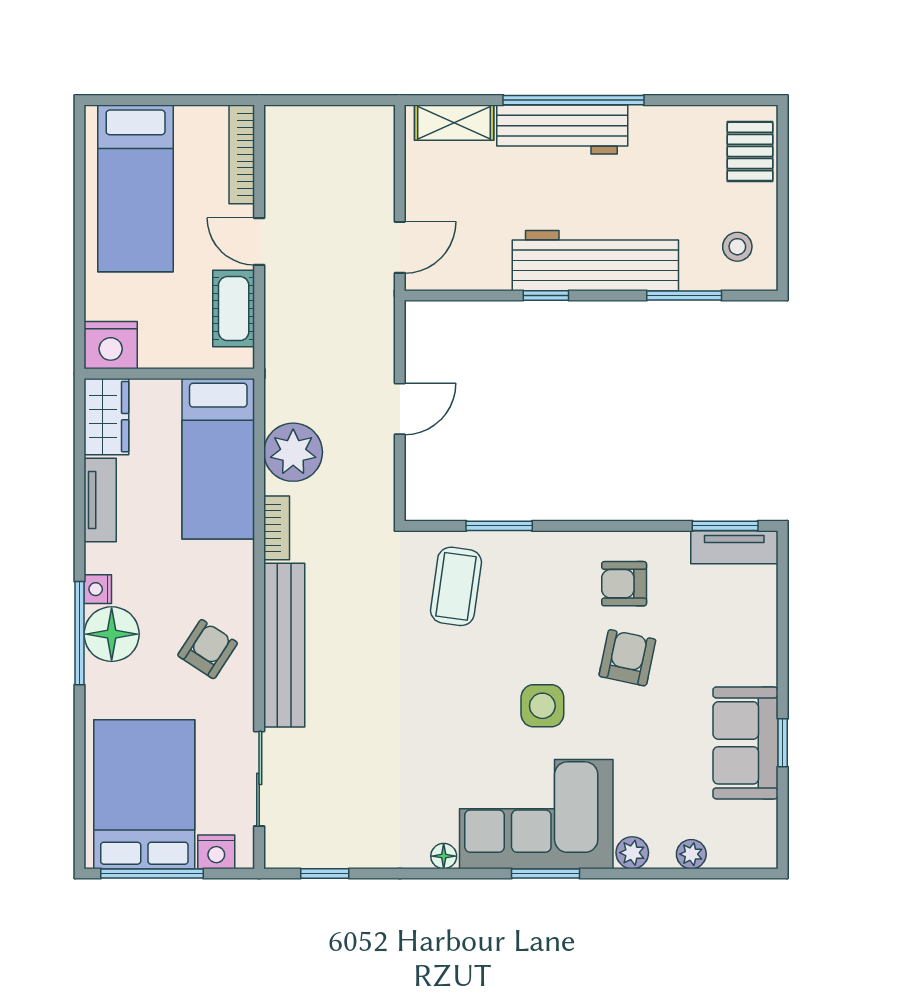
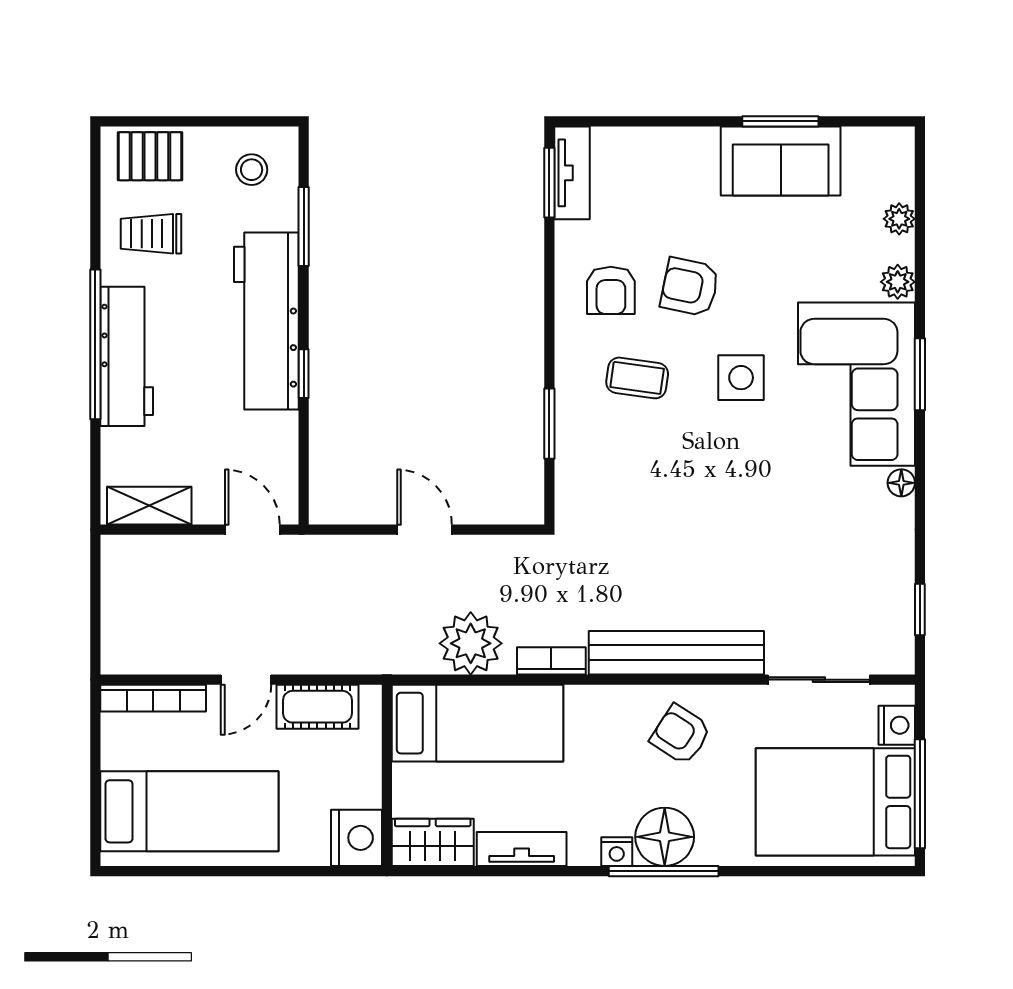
shelving: (454, 123) -> (149, 506), moved, turned 90
trolley: (677, 152) -> (151, 234), added
coffee table: (456, 586) -> (637, 378), moved, width x0.73, depth x0.77
window: (783, 743) -> (780, 121), width x1.50

